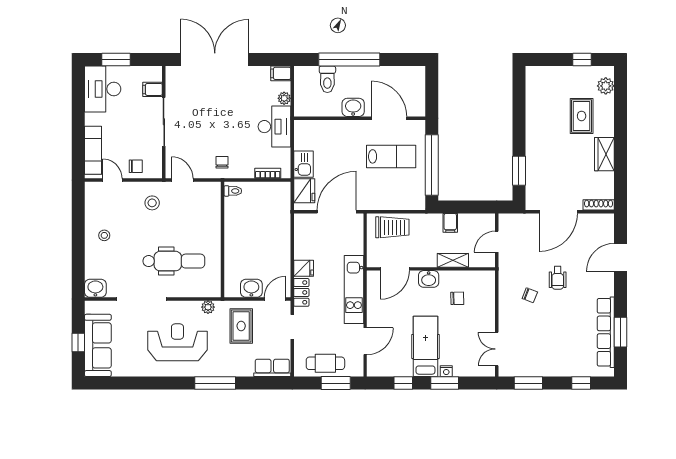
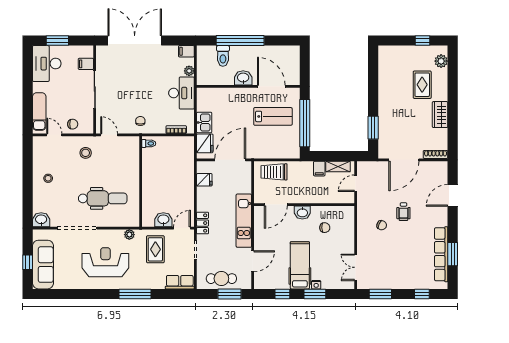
trolley: (392, 227) -> (274, 172), turned 180
shelving: (453, 260) -> (338, 167), moved
fridge: (304, 268) -> (204, 180), moved

